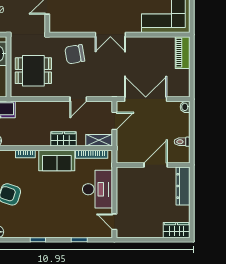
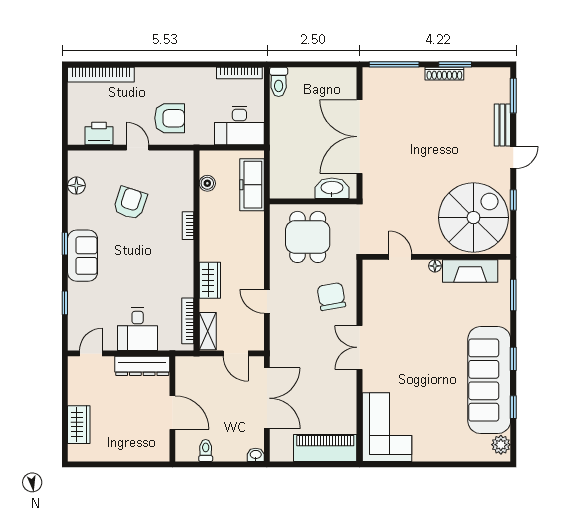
piano: (183, 53) -> (325, 448), width x1.37, depth x1.33
sofa: (57, 160) -> (83, 256), moved, turned 180
dresser: (183, 186) -> (142, 366), moved, turned 180
desk: (98, 189) -> (138, 329), width x0.73
wardrobe: (177, 230) -> (79, 425), moved

